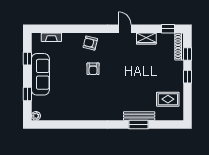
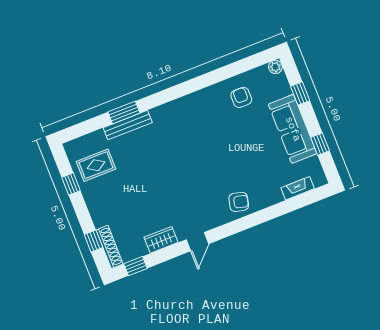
door: (125, 29) -> (197, 242), hinge flipped
armchair: (93, 69) -> (241, 97), moved
window: (187, 77) -> (71, 184), moved

